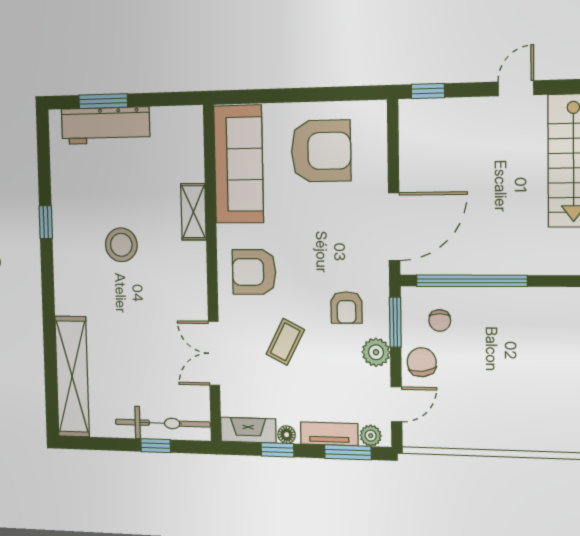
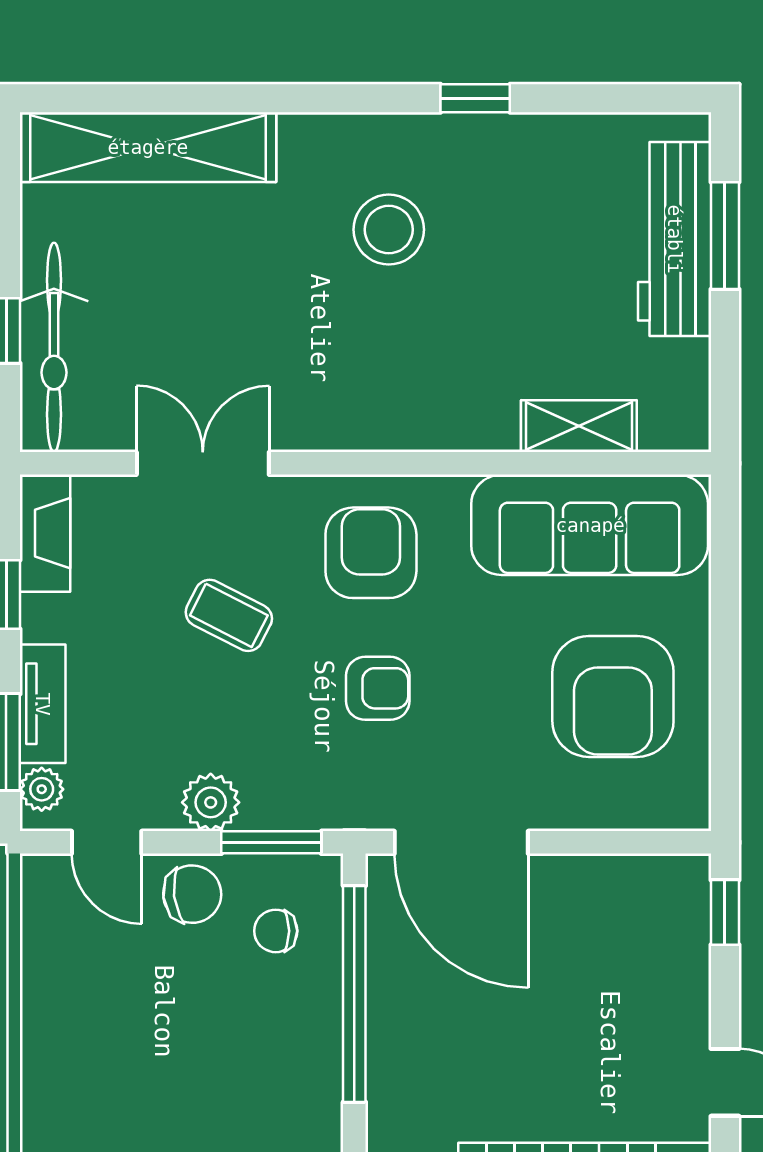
shelving: (193, 212) -> (579, 426), moved
stool: (121, 245) -> (389, 230), moved
armchair: (346, 308) -> (378, 688), moved, turned 180
floor lamp: (287, 435) -> (38, 614), removed

